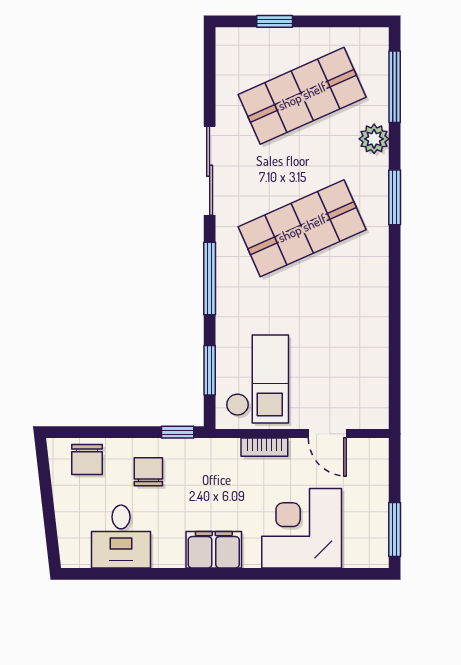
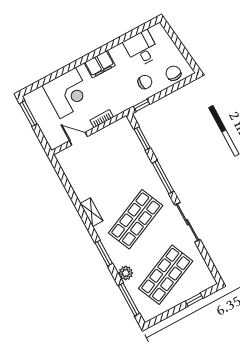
shelving: (376, 285) -> (92, 212), added
checkout: (257, 379) -> (120, 146), removed
chair: (148, 472) -> (145, 82), turned -90

